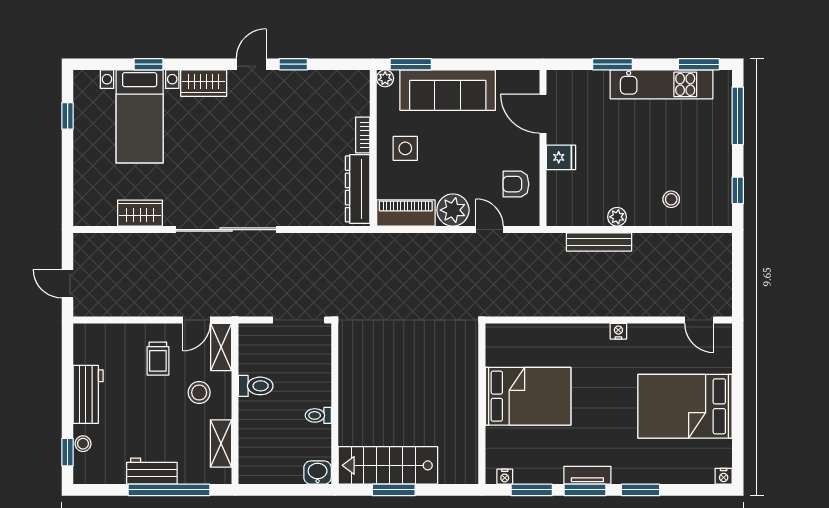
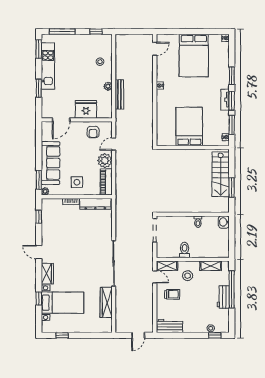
window: (293, 64) -> (39, 217), moved
fridge: (561, 157) -> (86, 109), width x1.88, depth x1.34
wardrobe: (140, 213) -> (106, 302), width x1.50
workbench: (88, 394) -> (169, 326), moved
stairs: (388, 465) -> (221, 174), moved

